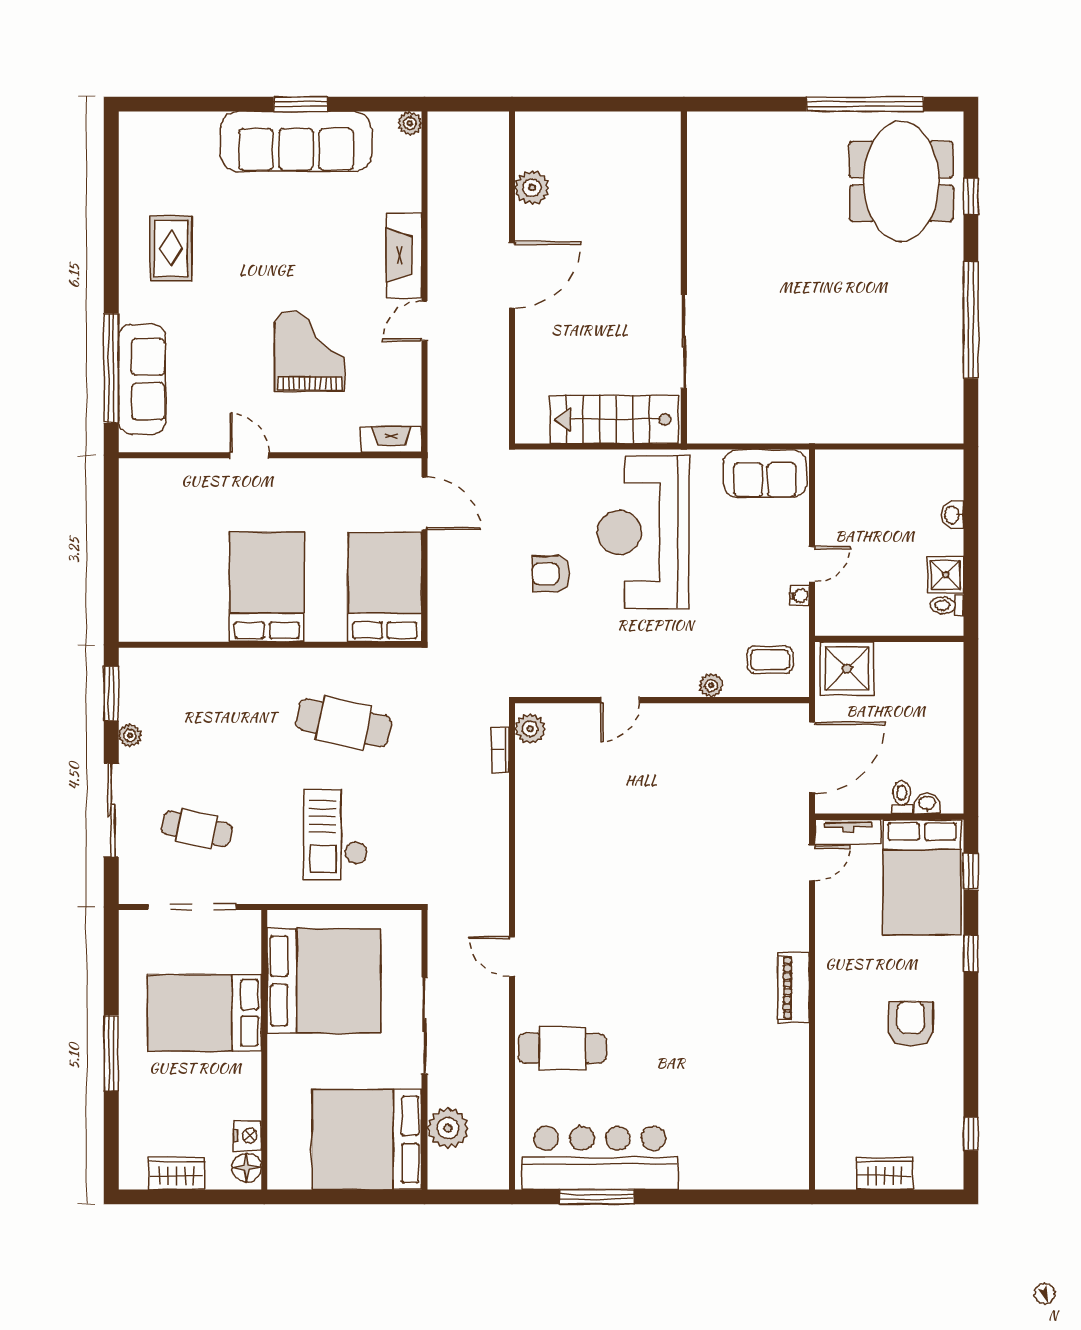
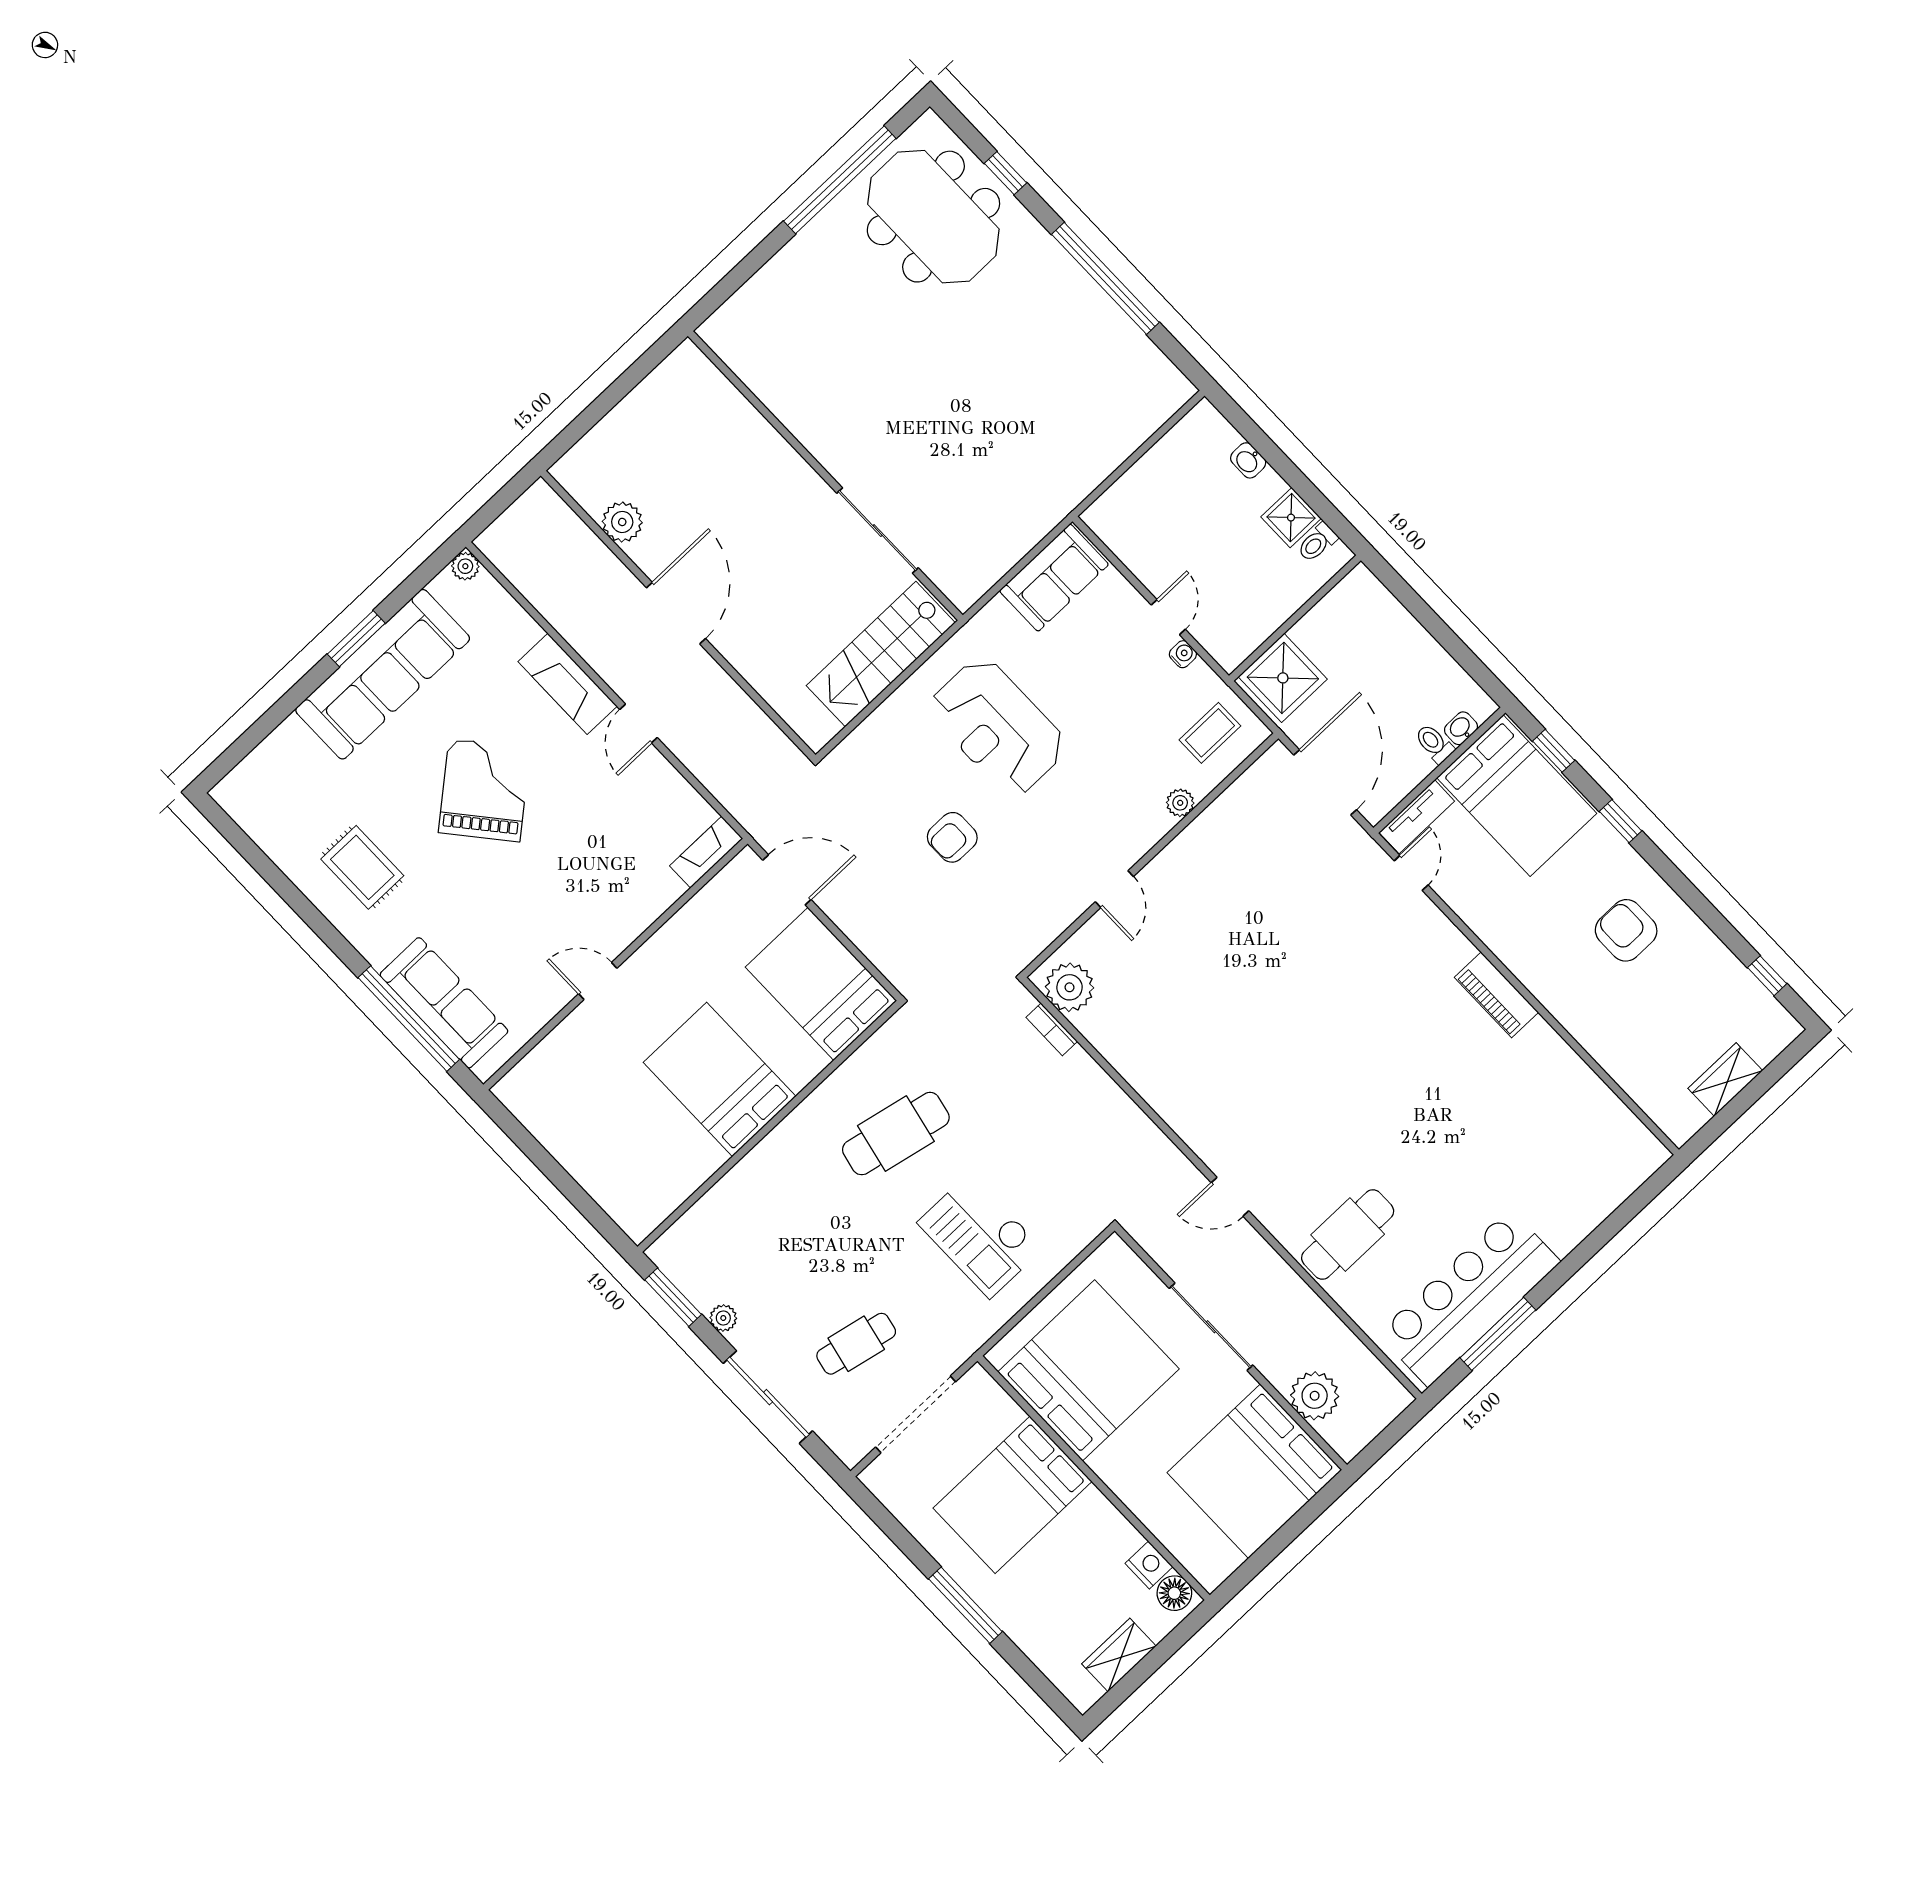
grand piano: (310, 351) -> (484, 790), moved, turned 50
reception desk: (643, 532) -> (998, 727), width x0.74, depth x0.77
plant: (530, 729) -> (1069, 987), width x1.36, depth x1.36

